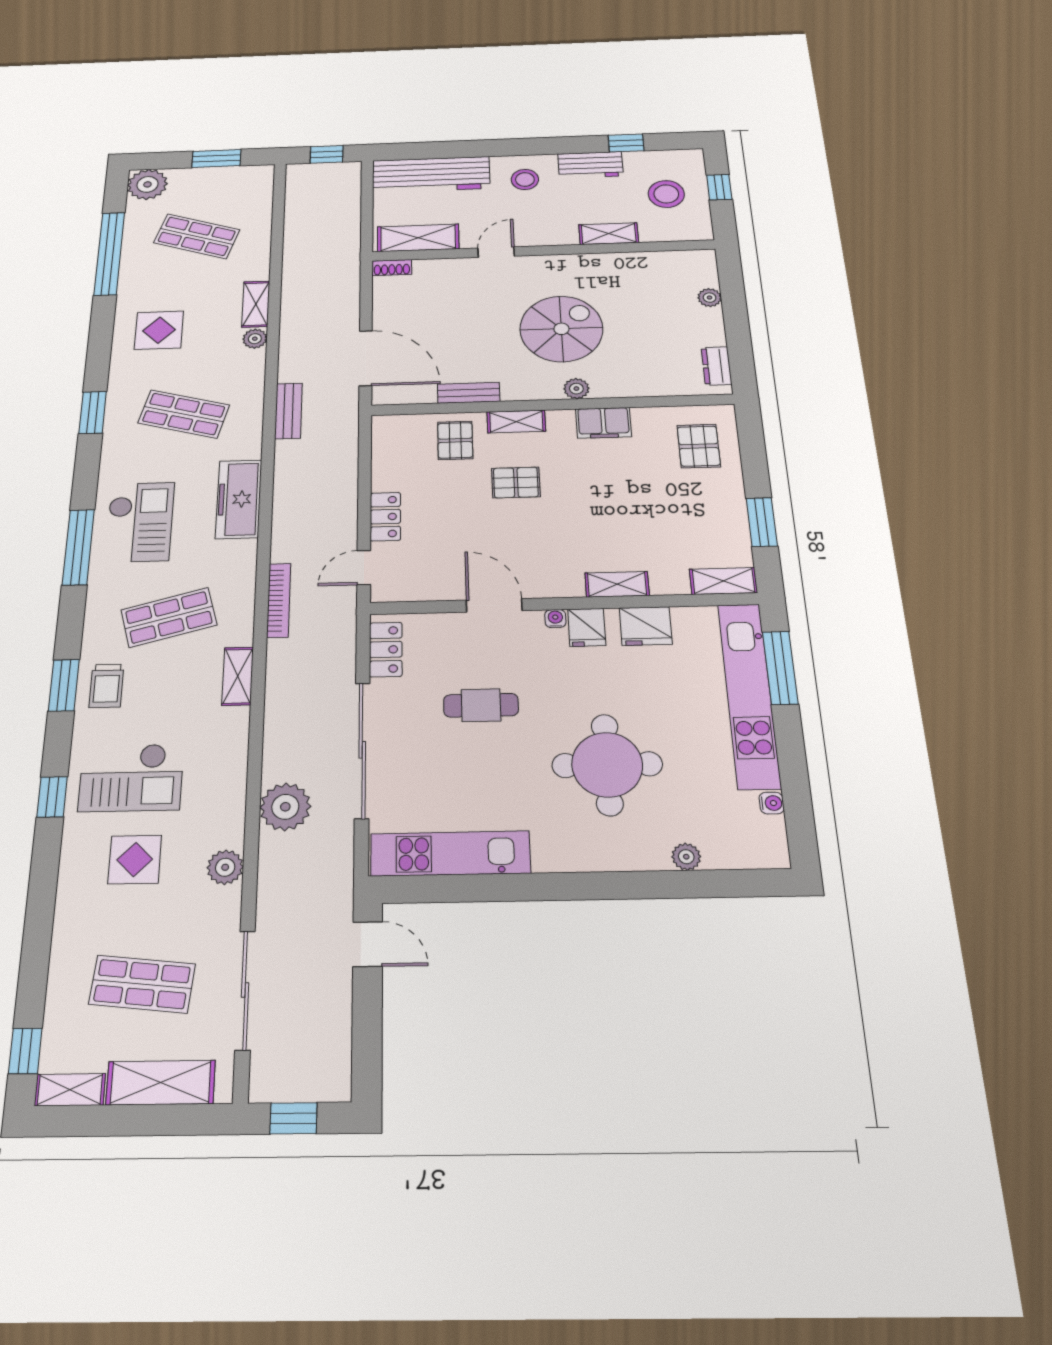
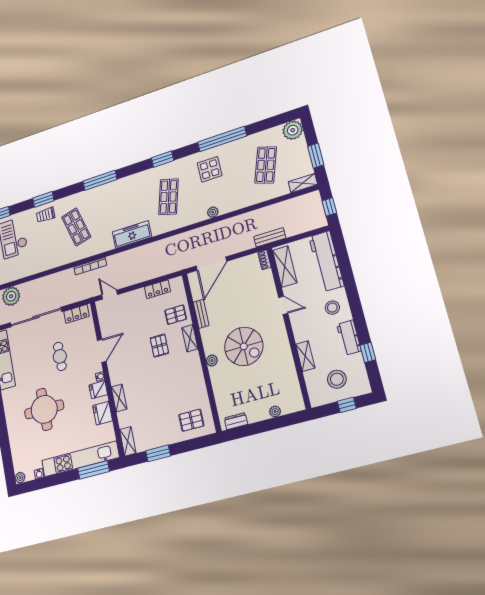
window: (109, 254) -> (222, 139), moved
shelving: (256, 304) -> (303, 183), moved
bench: (288, 411) -> (270, 237), moved
filing cabinet: (603, 423) -> (196, 376), removed
locker: (385, 517) -> (157, 289), moved
checkout: (140, 522) -> (115, 199), removed
shelving: (238, 676) -> (57, 262), removed
plant: (686, 857) -> (20, 478), moved

